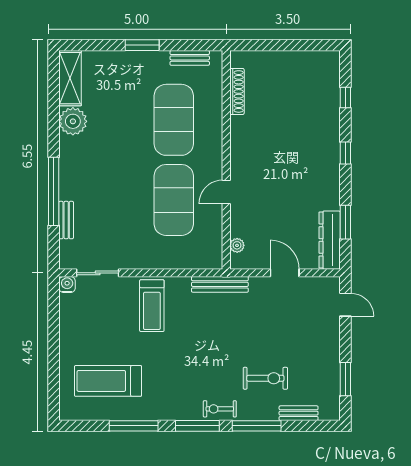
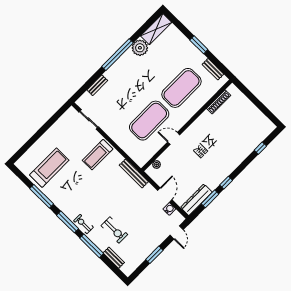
window: (345, 153) -> (226, 183), moved
window: (54, 191) -> (118, 55), moved
water cooler: (67, 285) -> (169, 209), moved
window: (345, 379) -> (154, 255), moved
treadmill: (108, 381) -> (49, 168), turned 90

